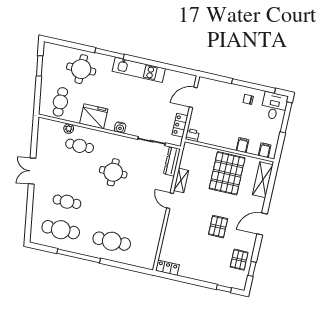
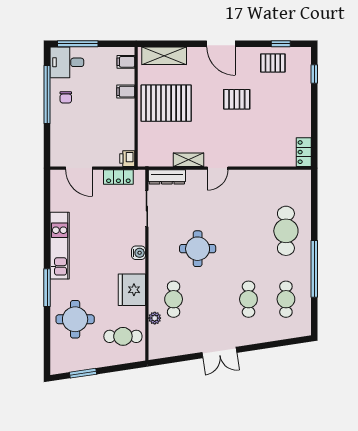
cafe table: (61, 230) -> (286, 299), width x0.73, depth x0.74

